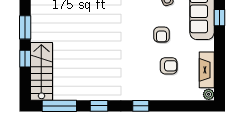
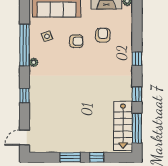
stairs: (41, 71) -> (123, 126), moved, turned -90

